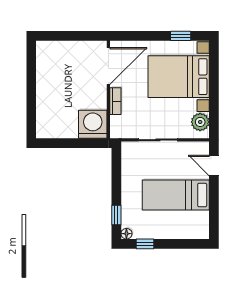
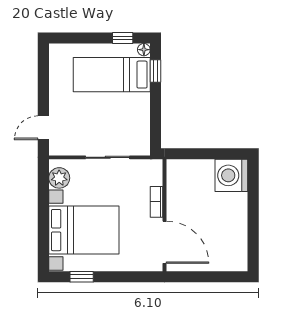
door: (108, 66) -> (165, 242), swing flipped
washing machine: (93, 124) -> (231, 175), moved, turned 90
door: (214, 166) -> (43, 128), swing flipped
bed: (176, 195) -> (112, 75), moved, turned 180

